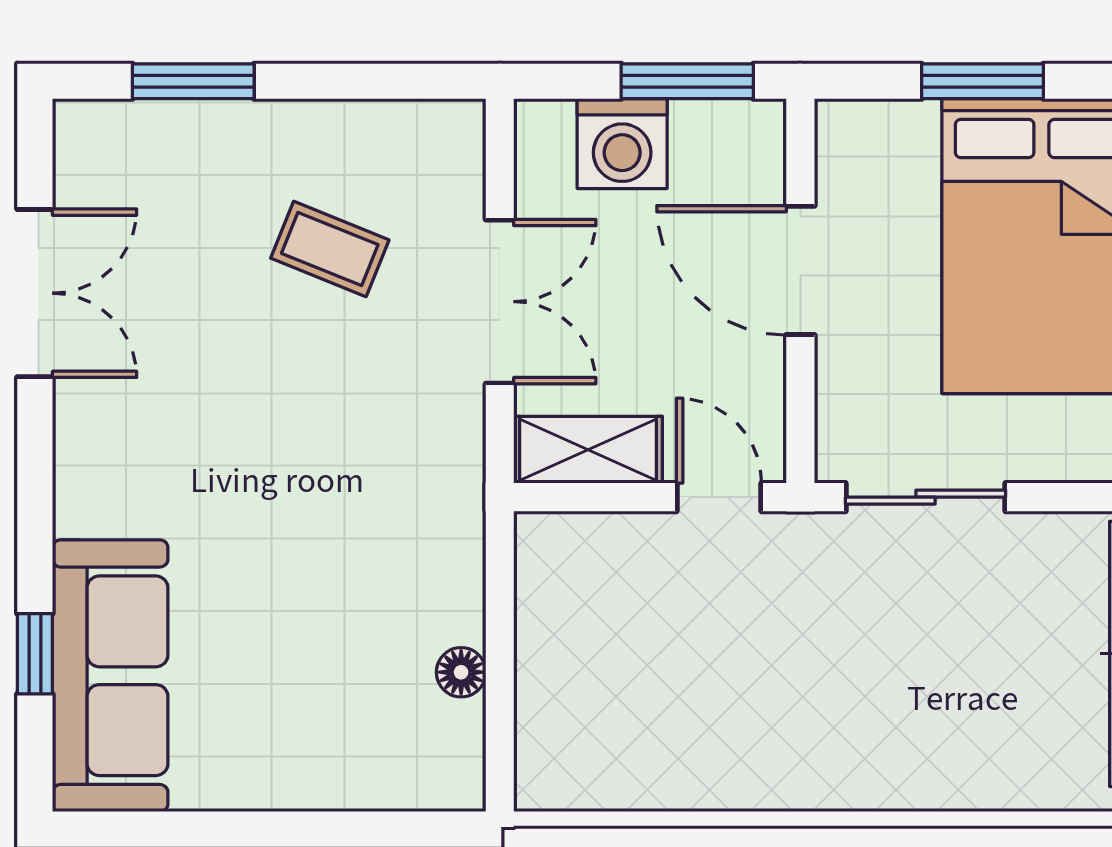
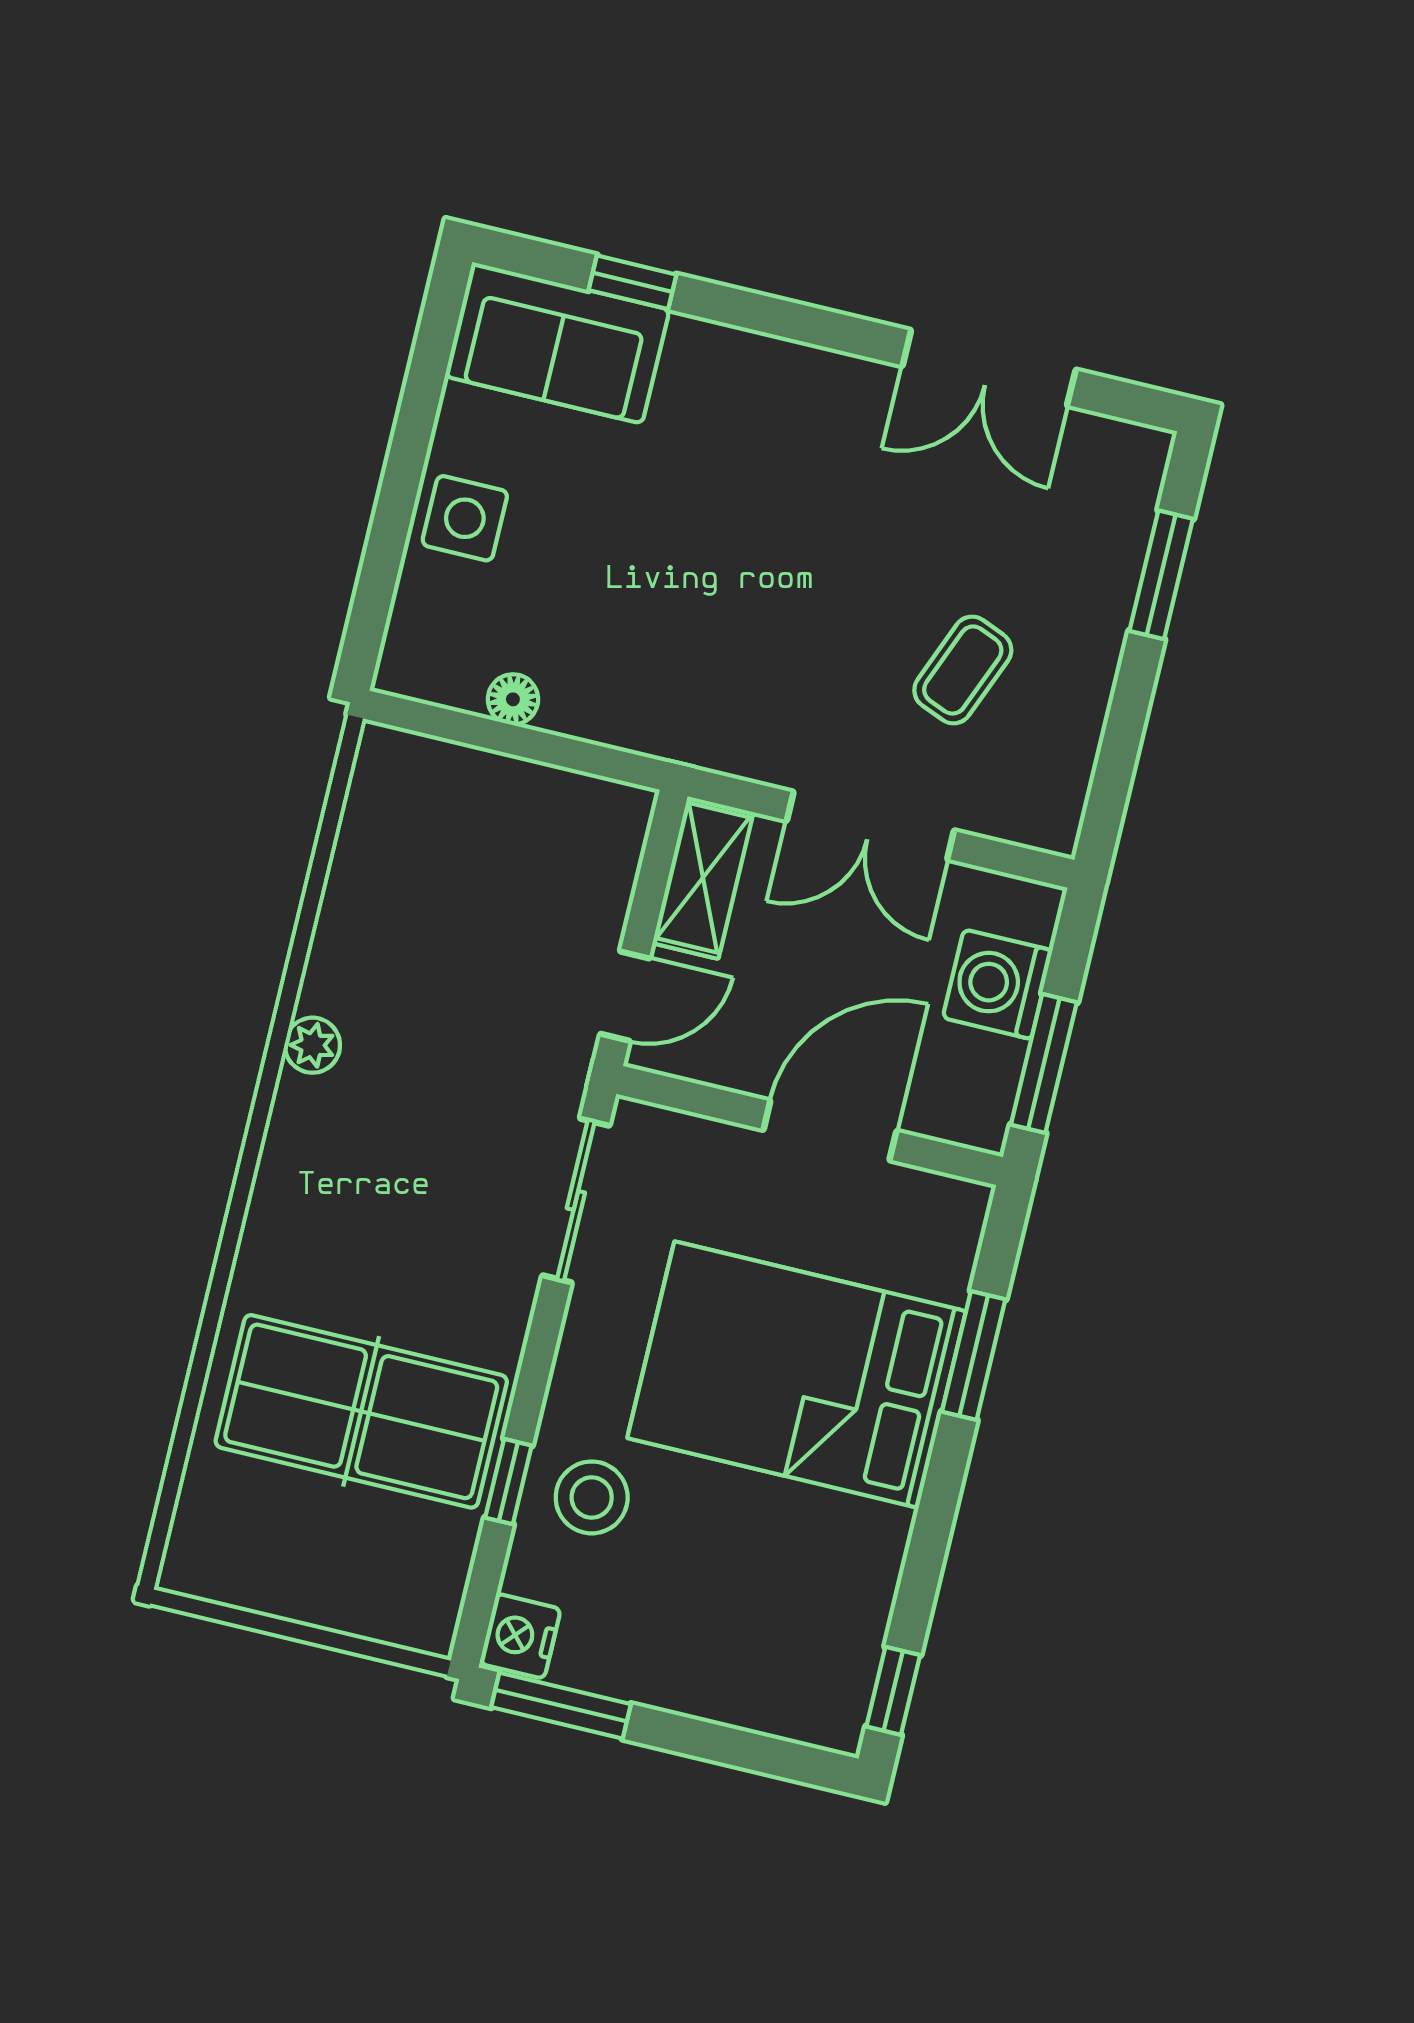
sofa: (110, 676) -> (557, 343), width x0.73
side table: (299, 760) -> (465, 518), added
plant: (838, 785) -> (312, 1045), added

